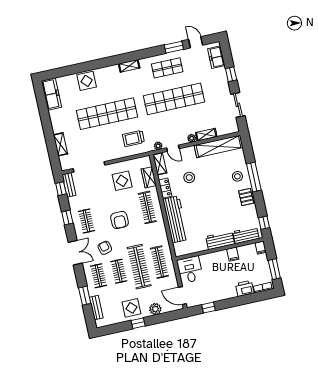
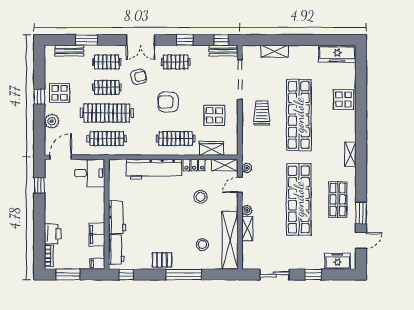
trolley: (133, 138) -> (262, 113), moved
stool: (237, 176) -> (202, 244), moved
filing cabinet: (233, 254) -> (97, 234), width x2.00

